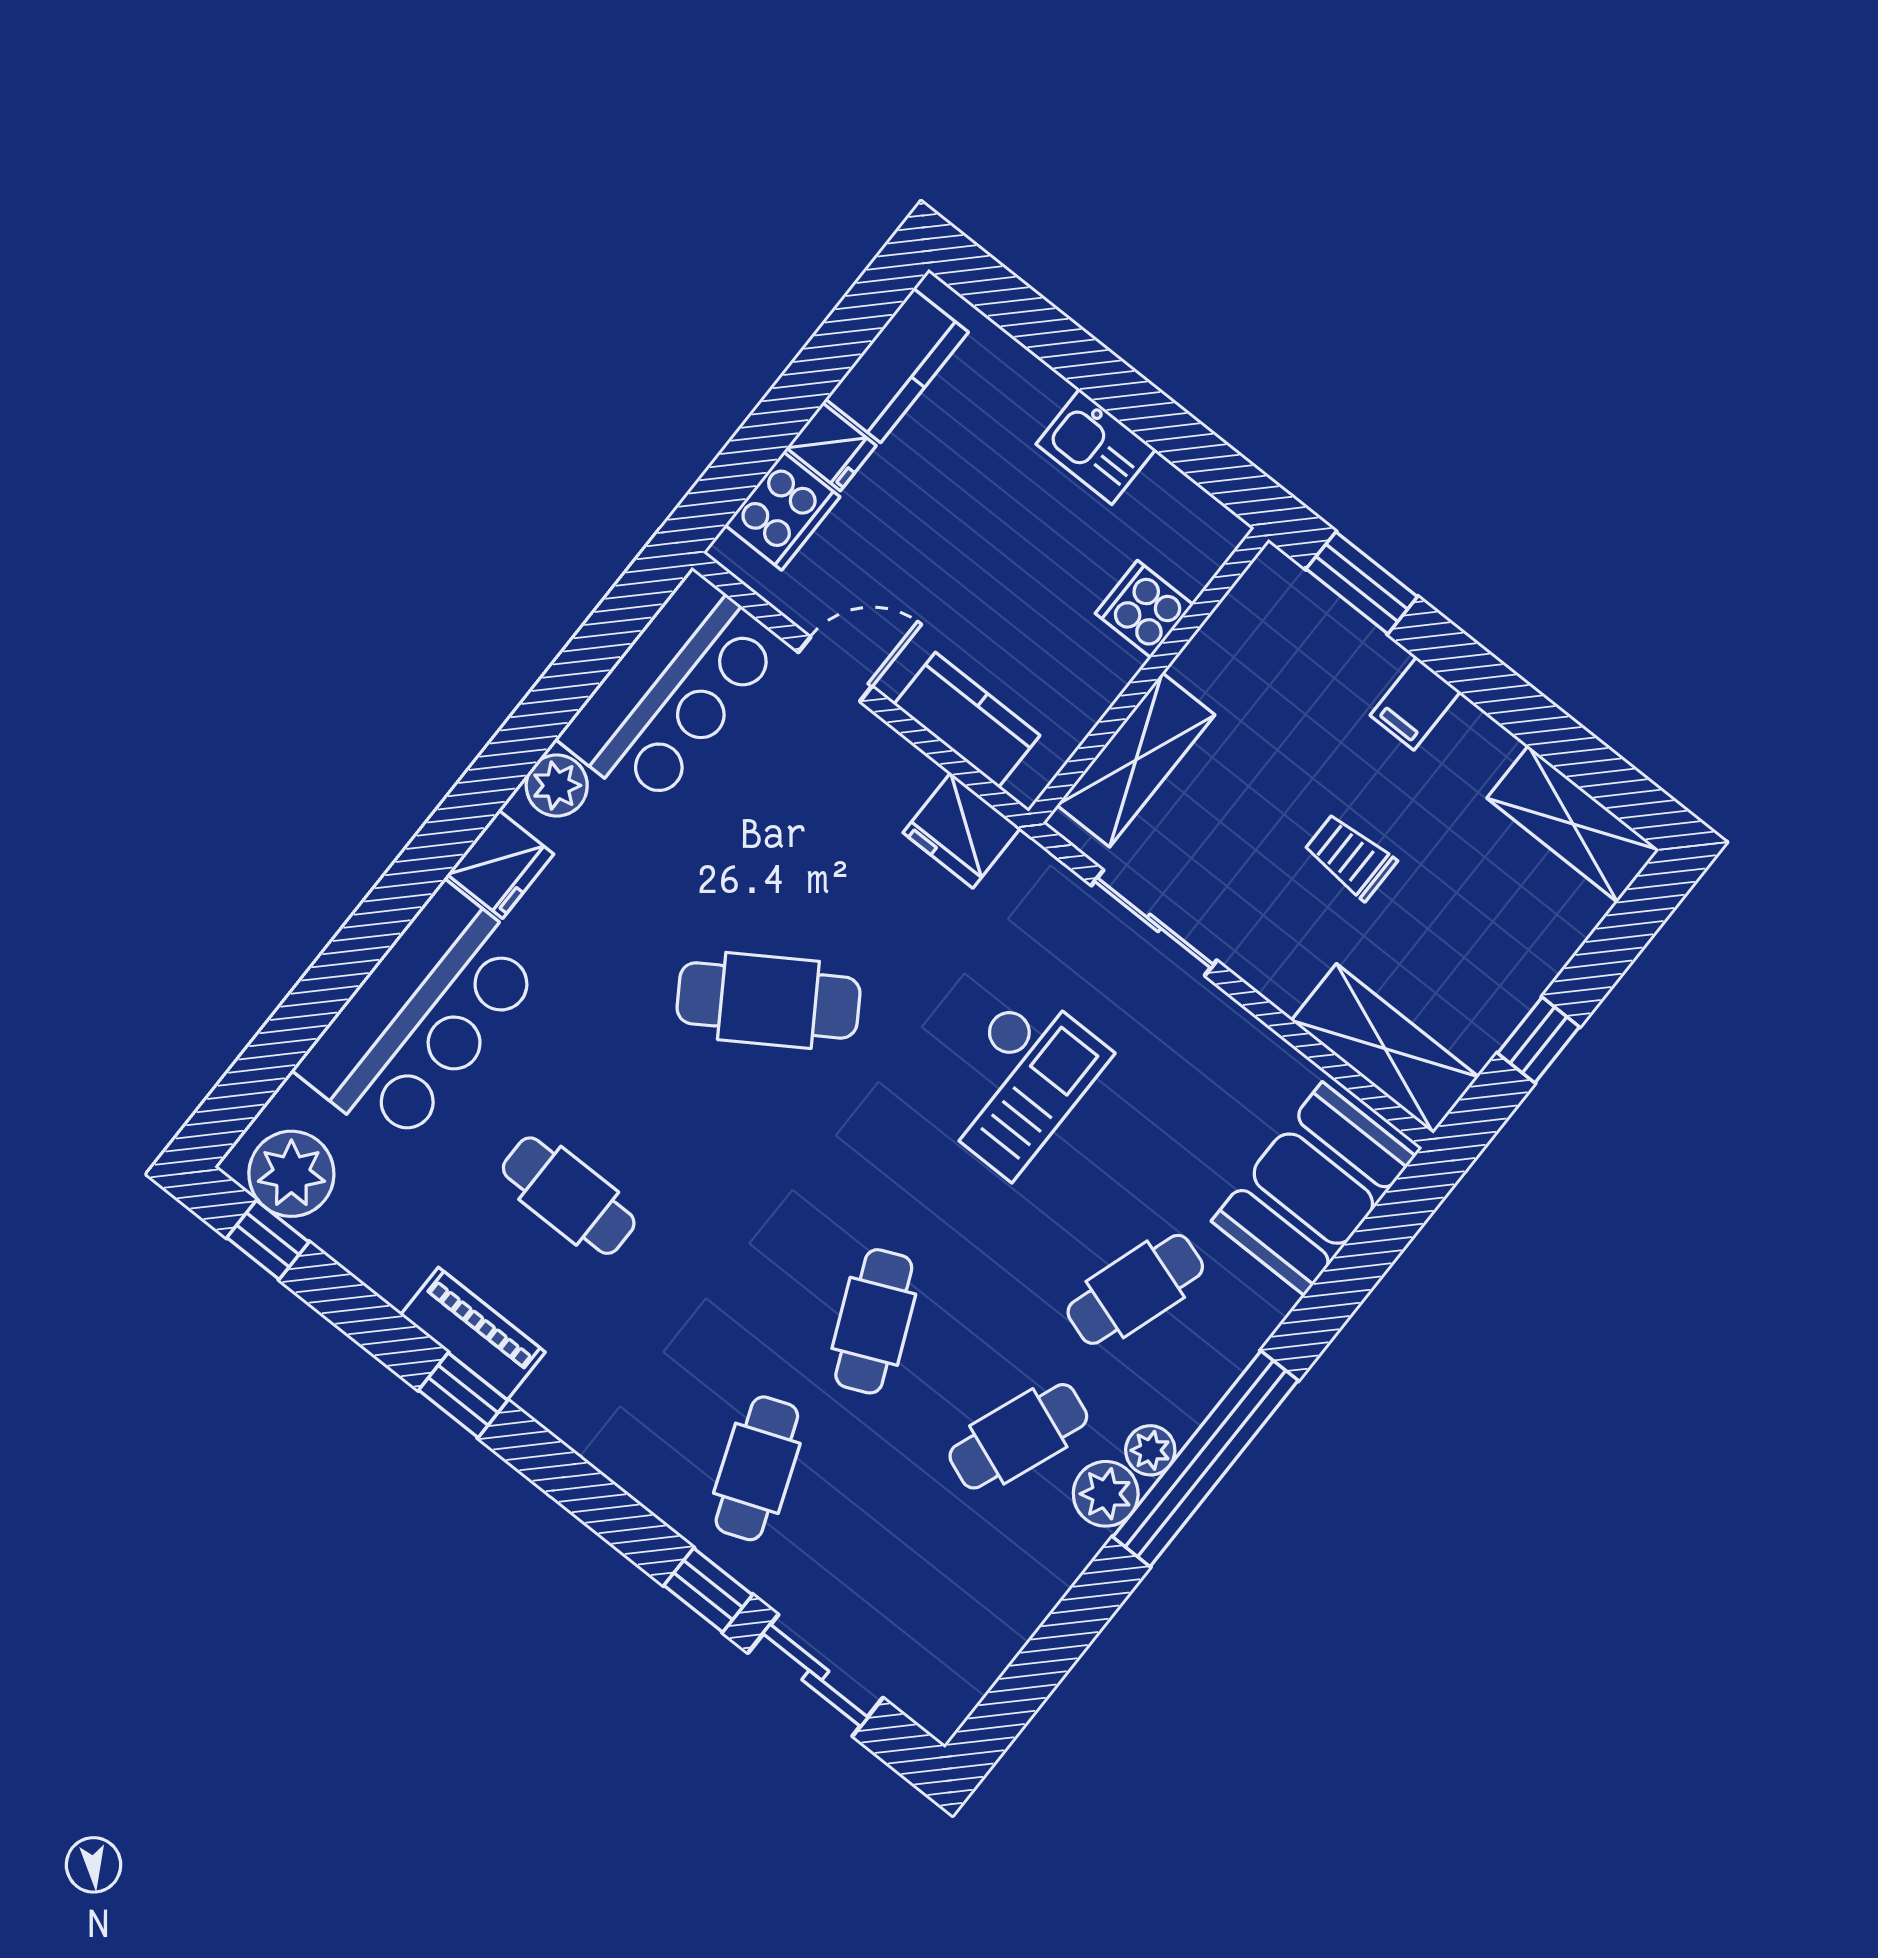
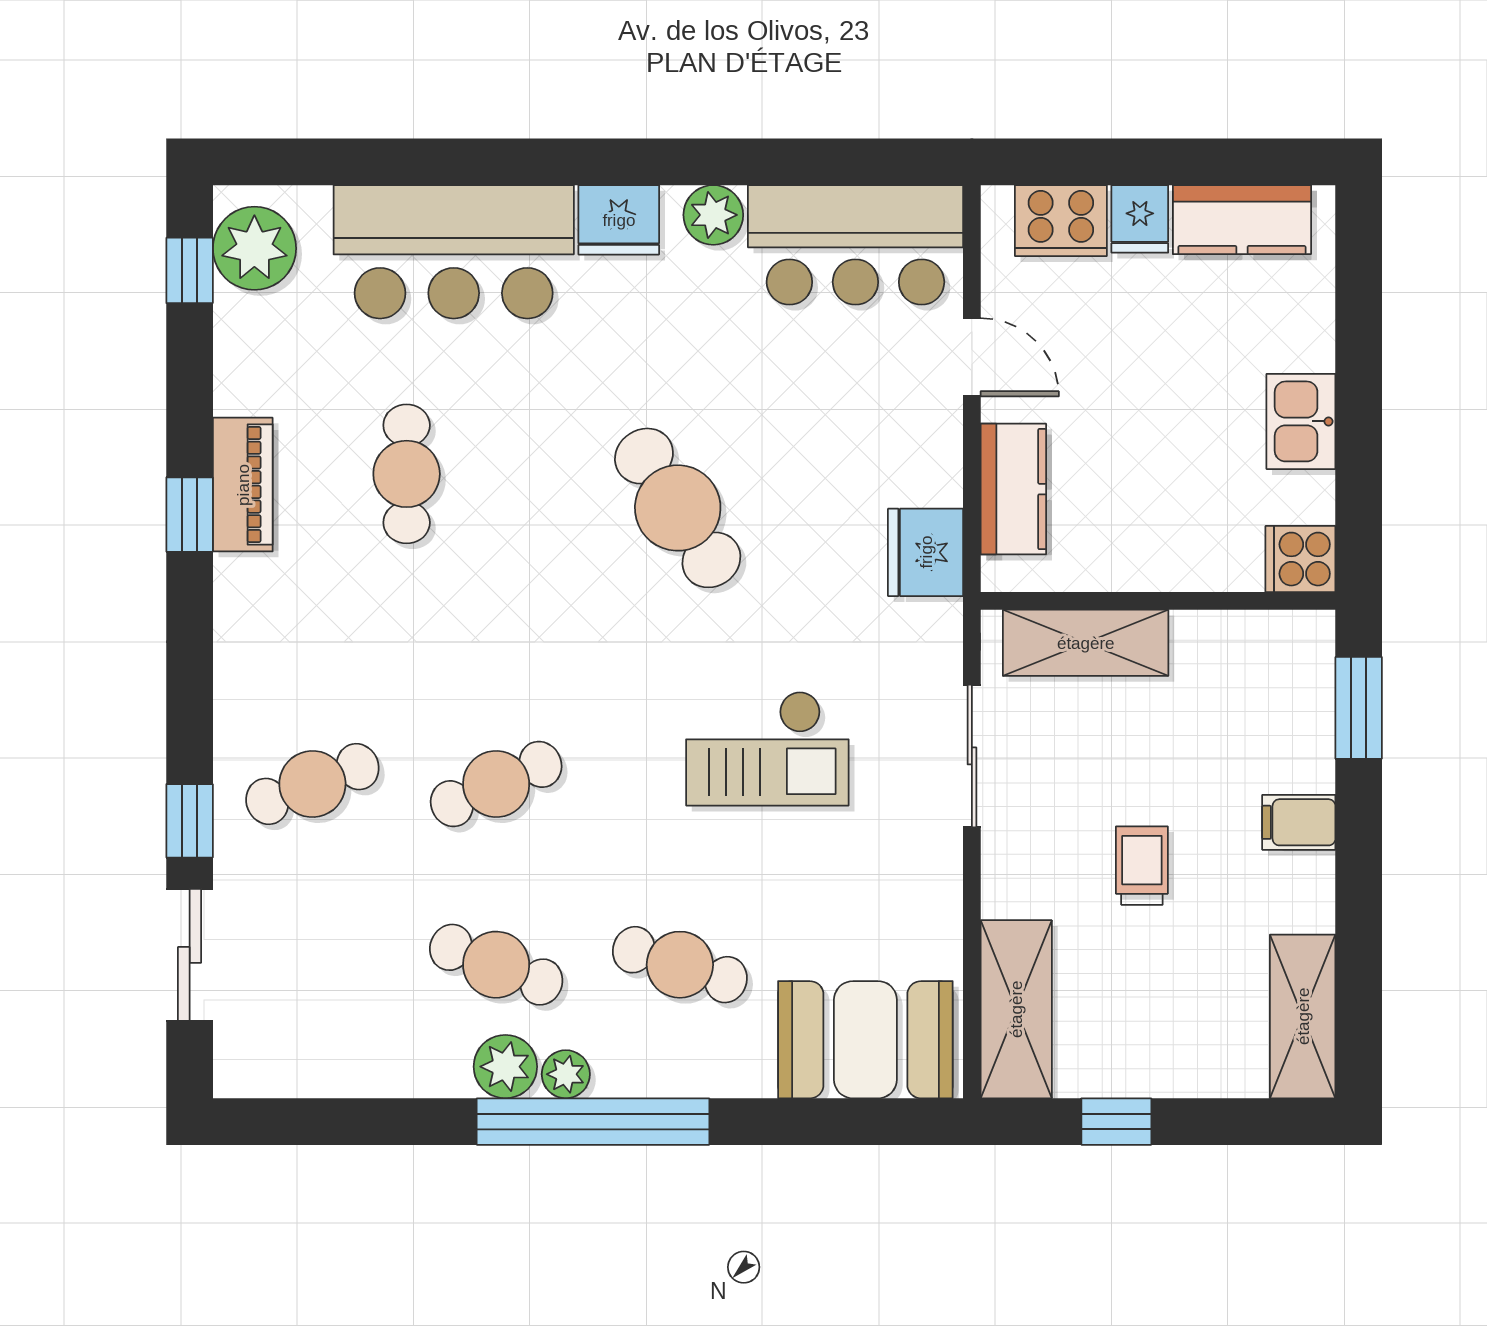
cooker: (1144, 609) -> (1300, 559), moved, turned -90

